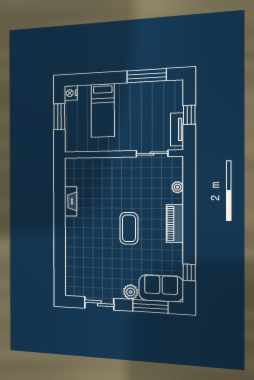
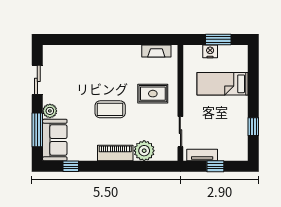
window: (147, 76) -> (253, 127), width x0.46
nightstand: (71, 93) -> (210, 51), moved
rug: (113, 183) -> (153, 94), added
plant: (177, 187) -> (144, 151), width x1.87, depth x1.87
fireplace: (71, 201) -> (156, 51), moved

